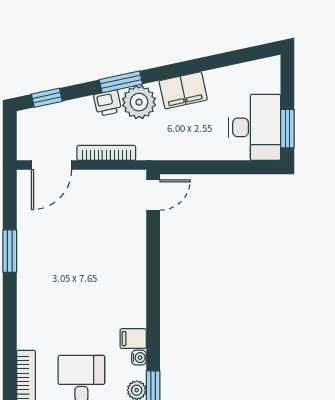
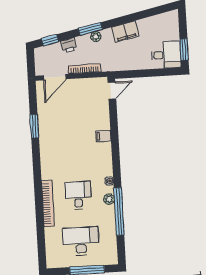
plant: (139, 102) -> (96, 37), width x0.53, depth x0.53
printer: (108, 103) -> (69, 45), moved
desk: (255, 127) -> (166, 55), width x0.73
filing cabinet: (133, 339) -> (103, 136), moved

